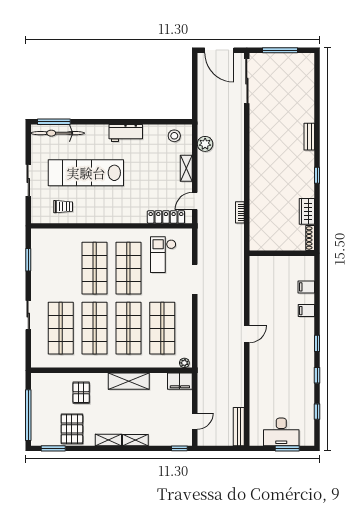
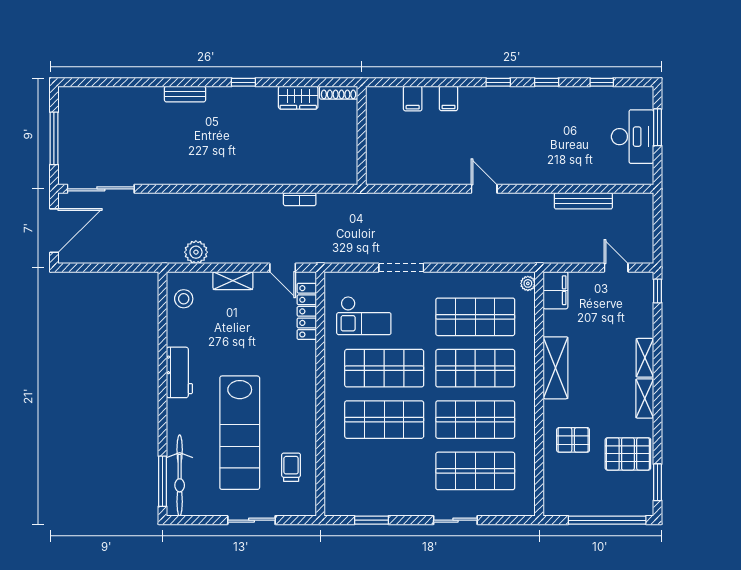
bench: (239, 427) -> (583, 201), moved

